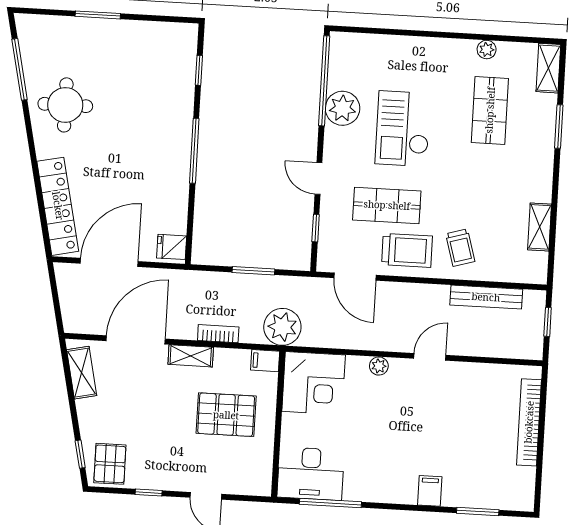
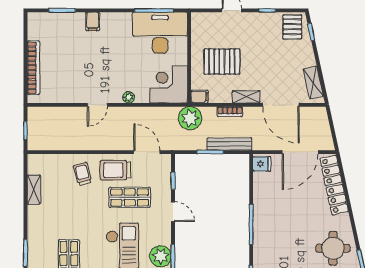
bench: (486, 297) -> (229, 144), moved
door: (136, 340) -> (281, 105), hinge flipped
desk: (311, 474) -> (160, 33), width x1.36, depth x1.30

